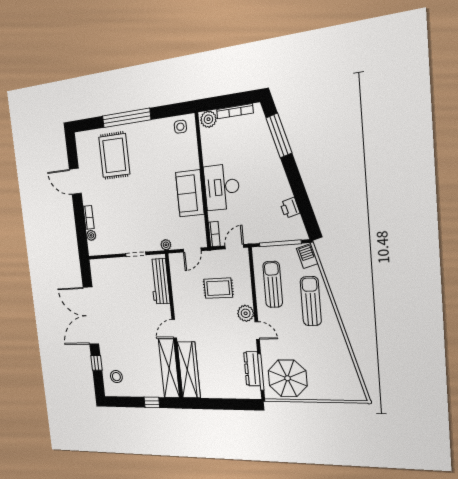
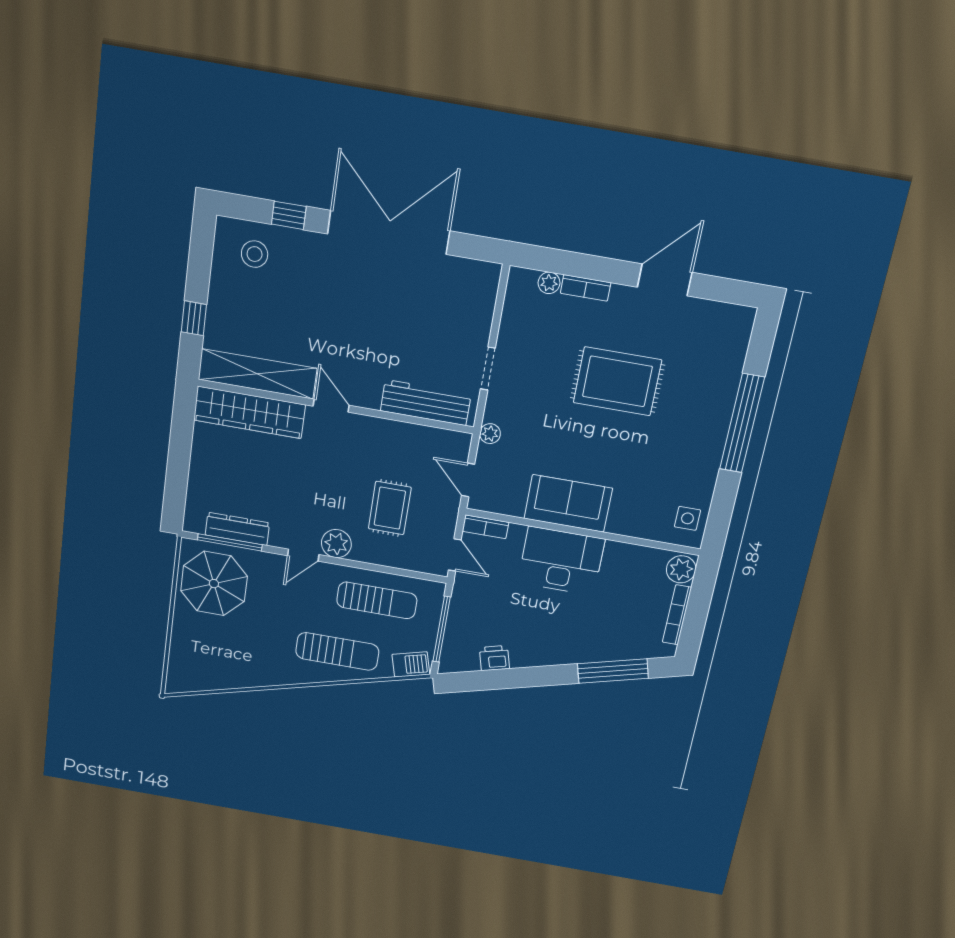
rug: (114, 156) -> (617, 381), moved

